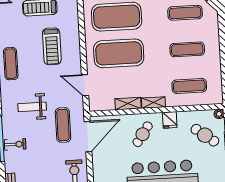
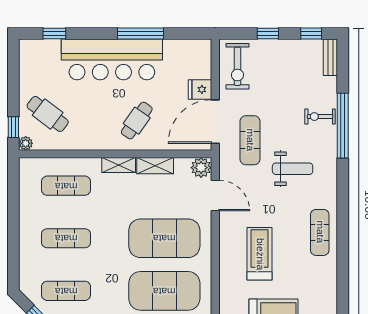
plant: (96, 104) -> (201, 168), added
fridge: (170, 120) -> (200, 90), moved, turned -90

